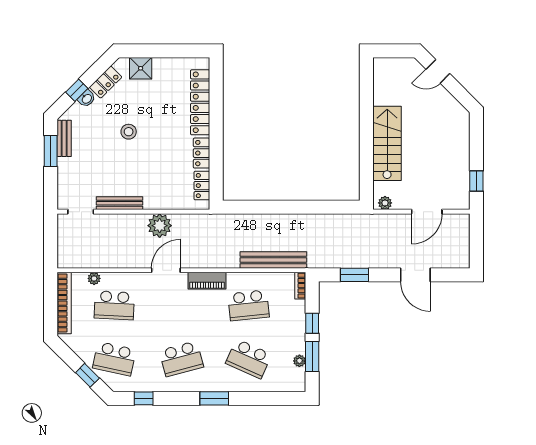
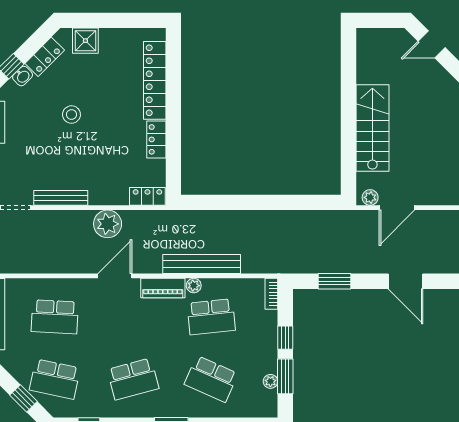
locker: (202, 186) -> (147, 196), moved, turned 90
door: (427, 212) -> (397, 208), moved
bench: (273, 260) -> (202, 264), moved
plant: (94, 278) -> (194, 286), moved

